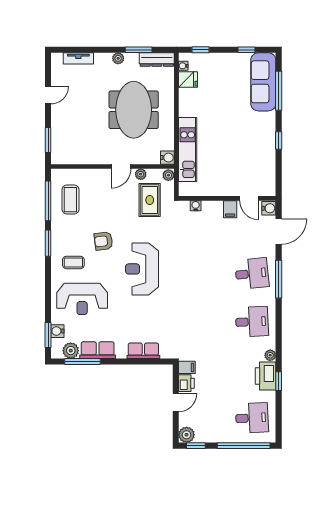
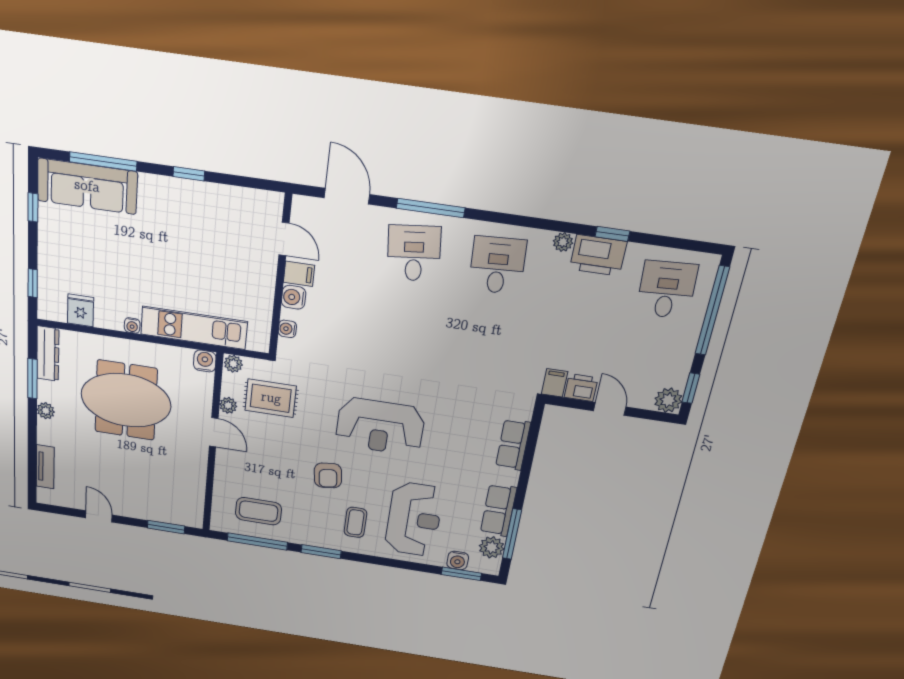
water cooler: (183, 66) -> (132, 325), moved
door: (249, 198) -> (284, 239), hinge flipped
water cooler: (269, 208) -> (294, 297), moved, turned -90

